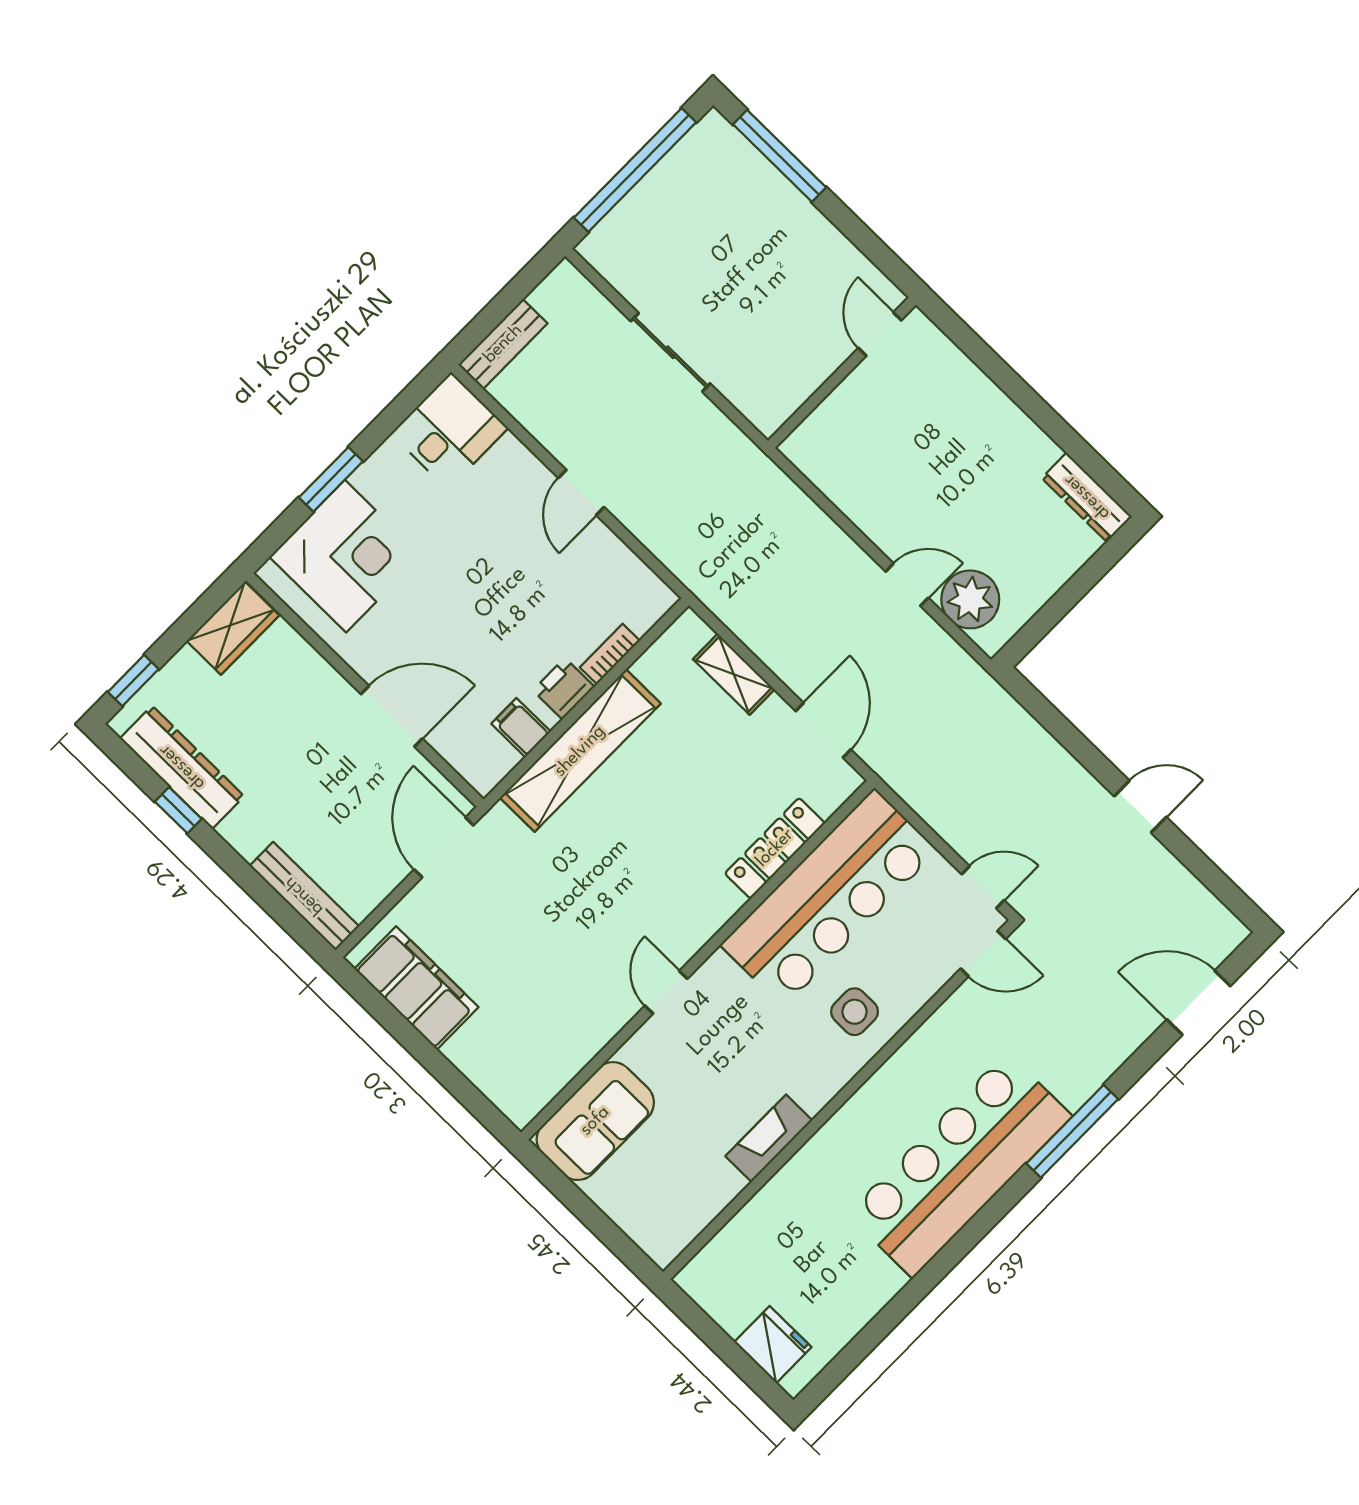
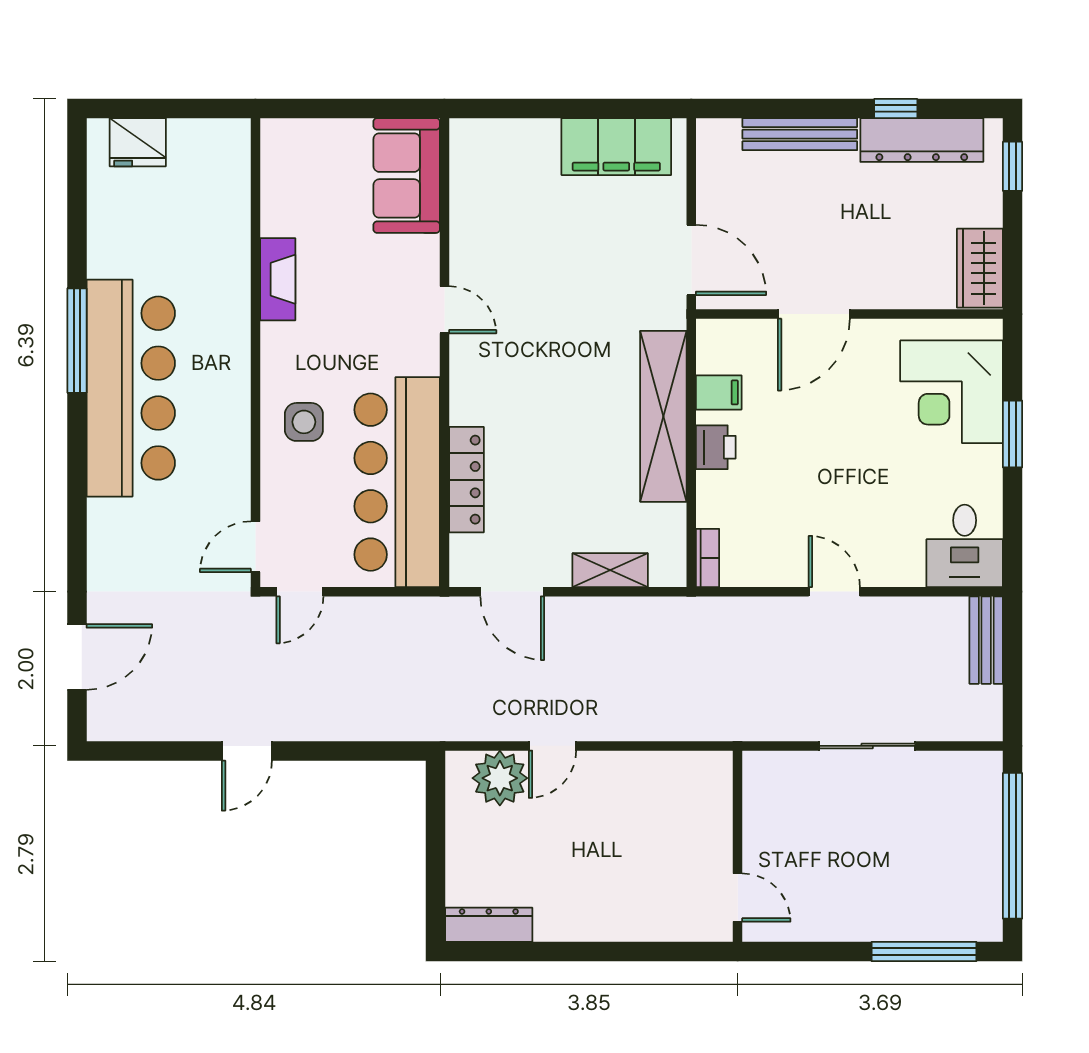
bookcase: (610, 654) -> (708, 558), moved
bench: (304, 896) -> (800, 134), moved
window: (1072, 1131) -> (77, 341), moved

